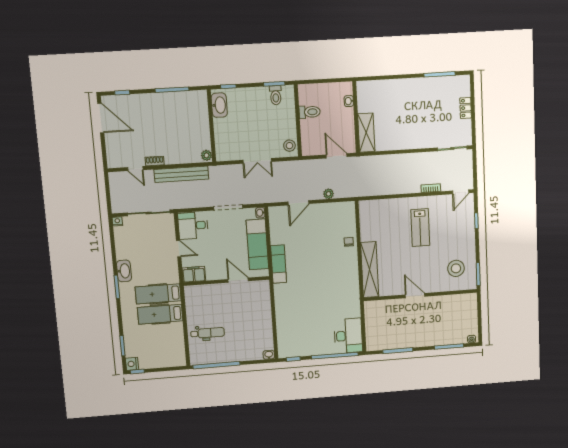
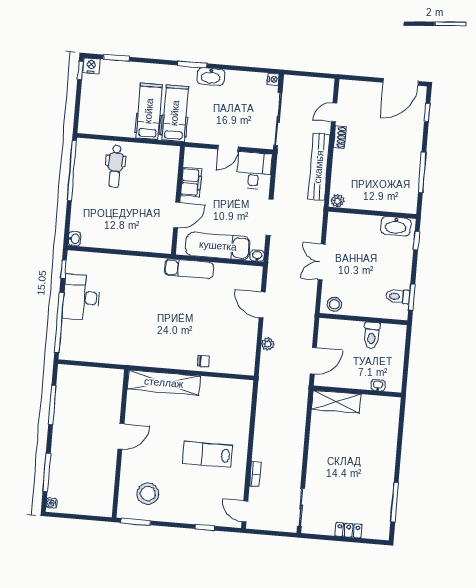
filing cabinet: (194, 274) -> (191, 182), moved
desk: (348, 336) -> (81, 297), moved, turned 90

